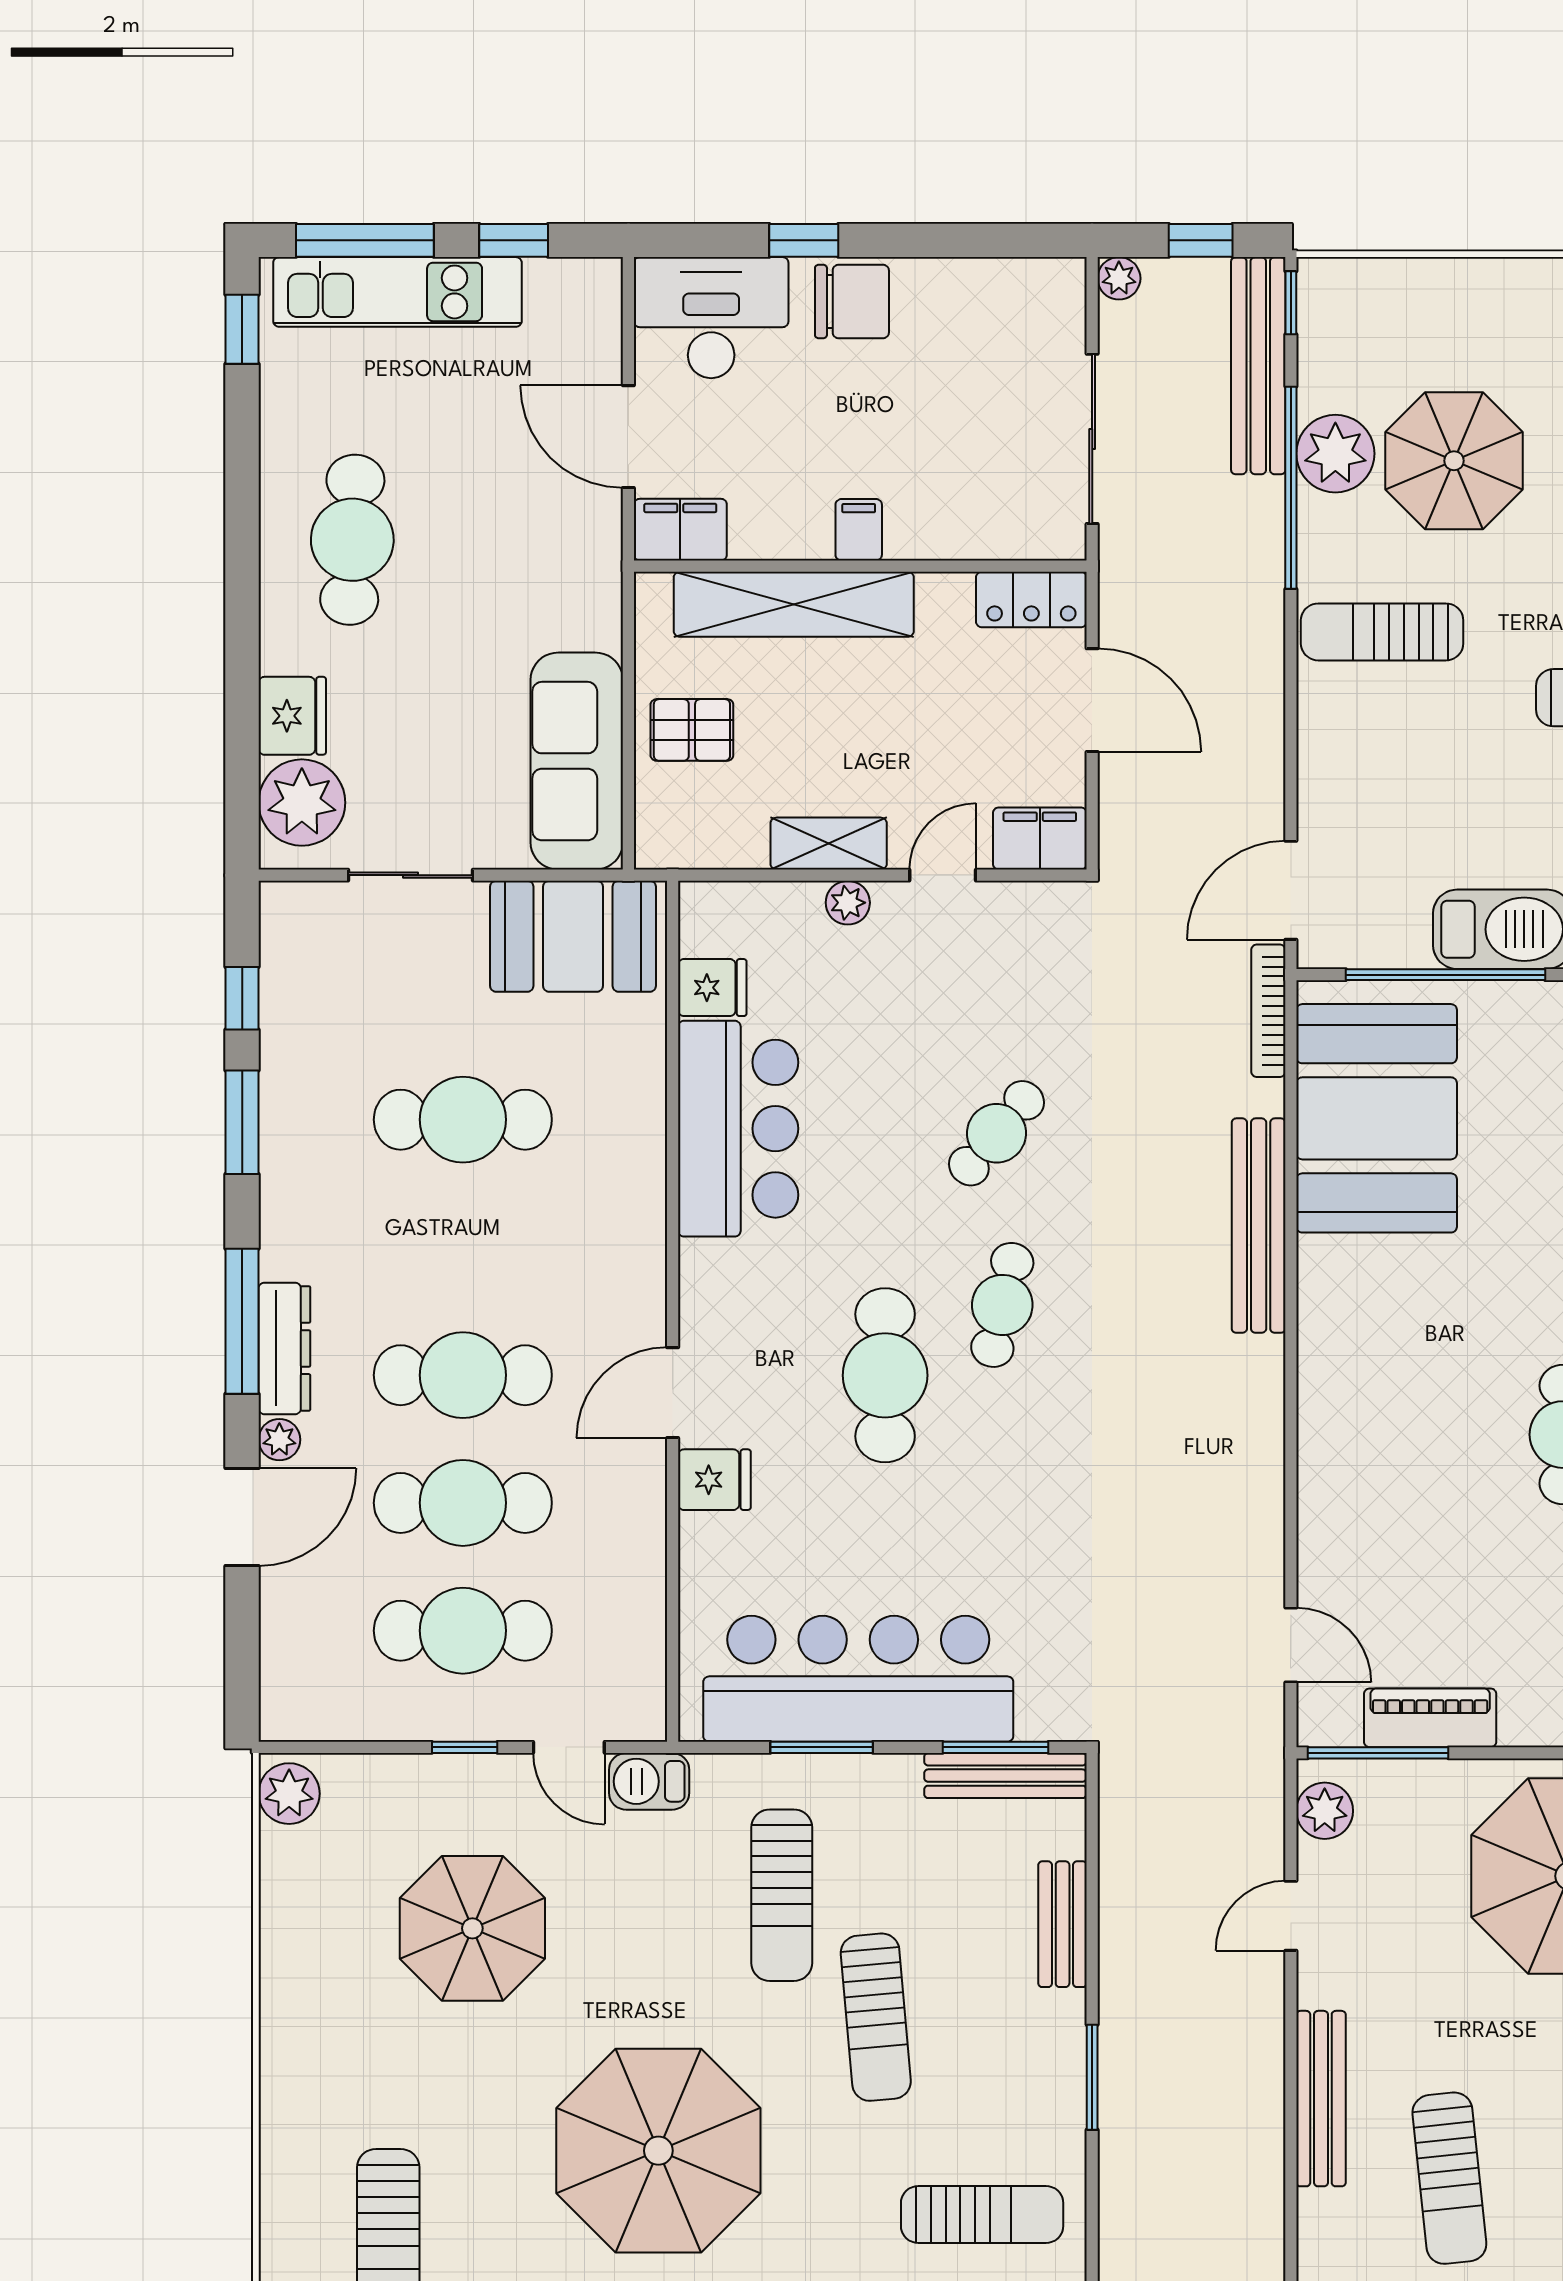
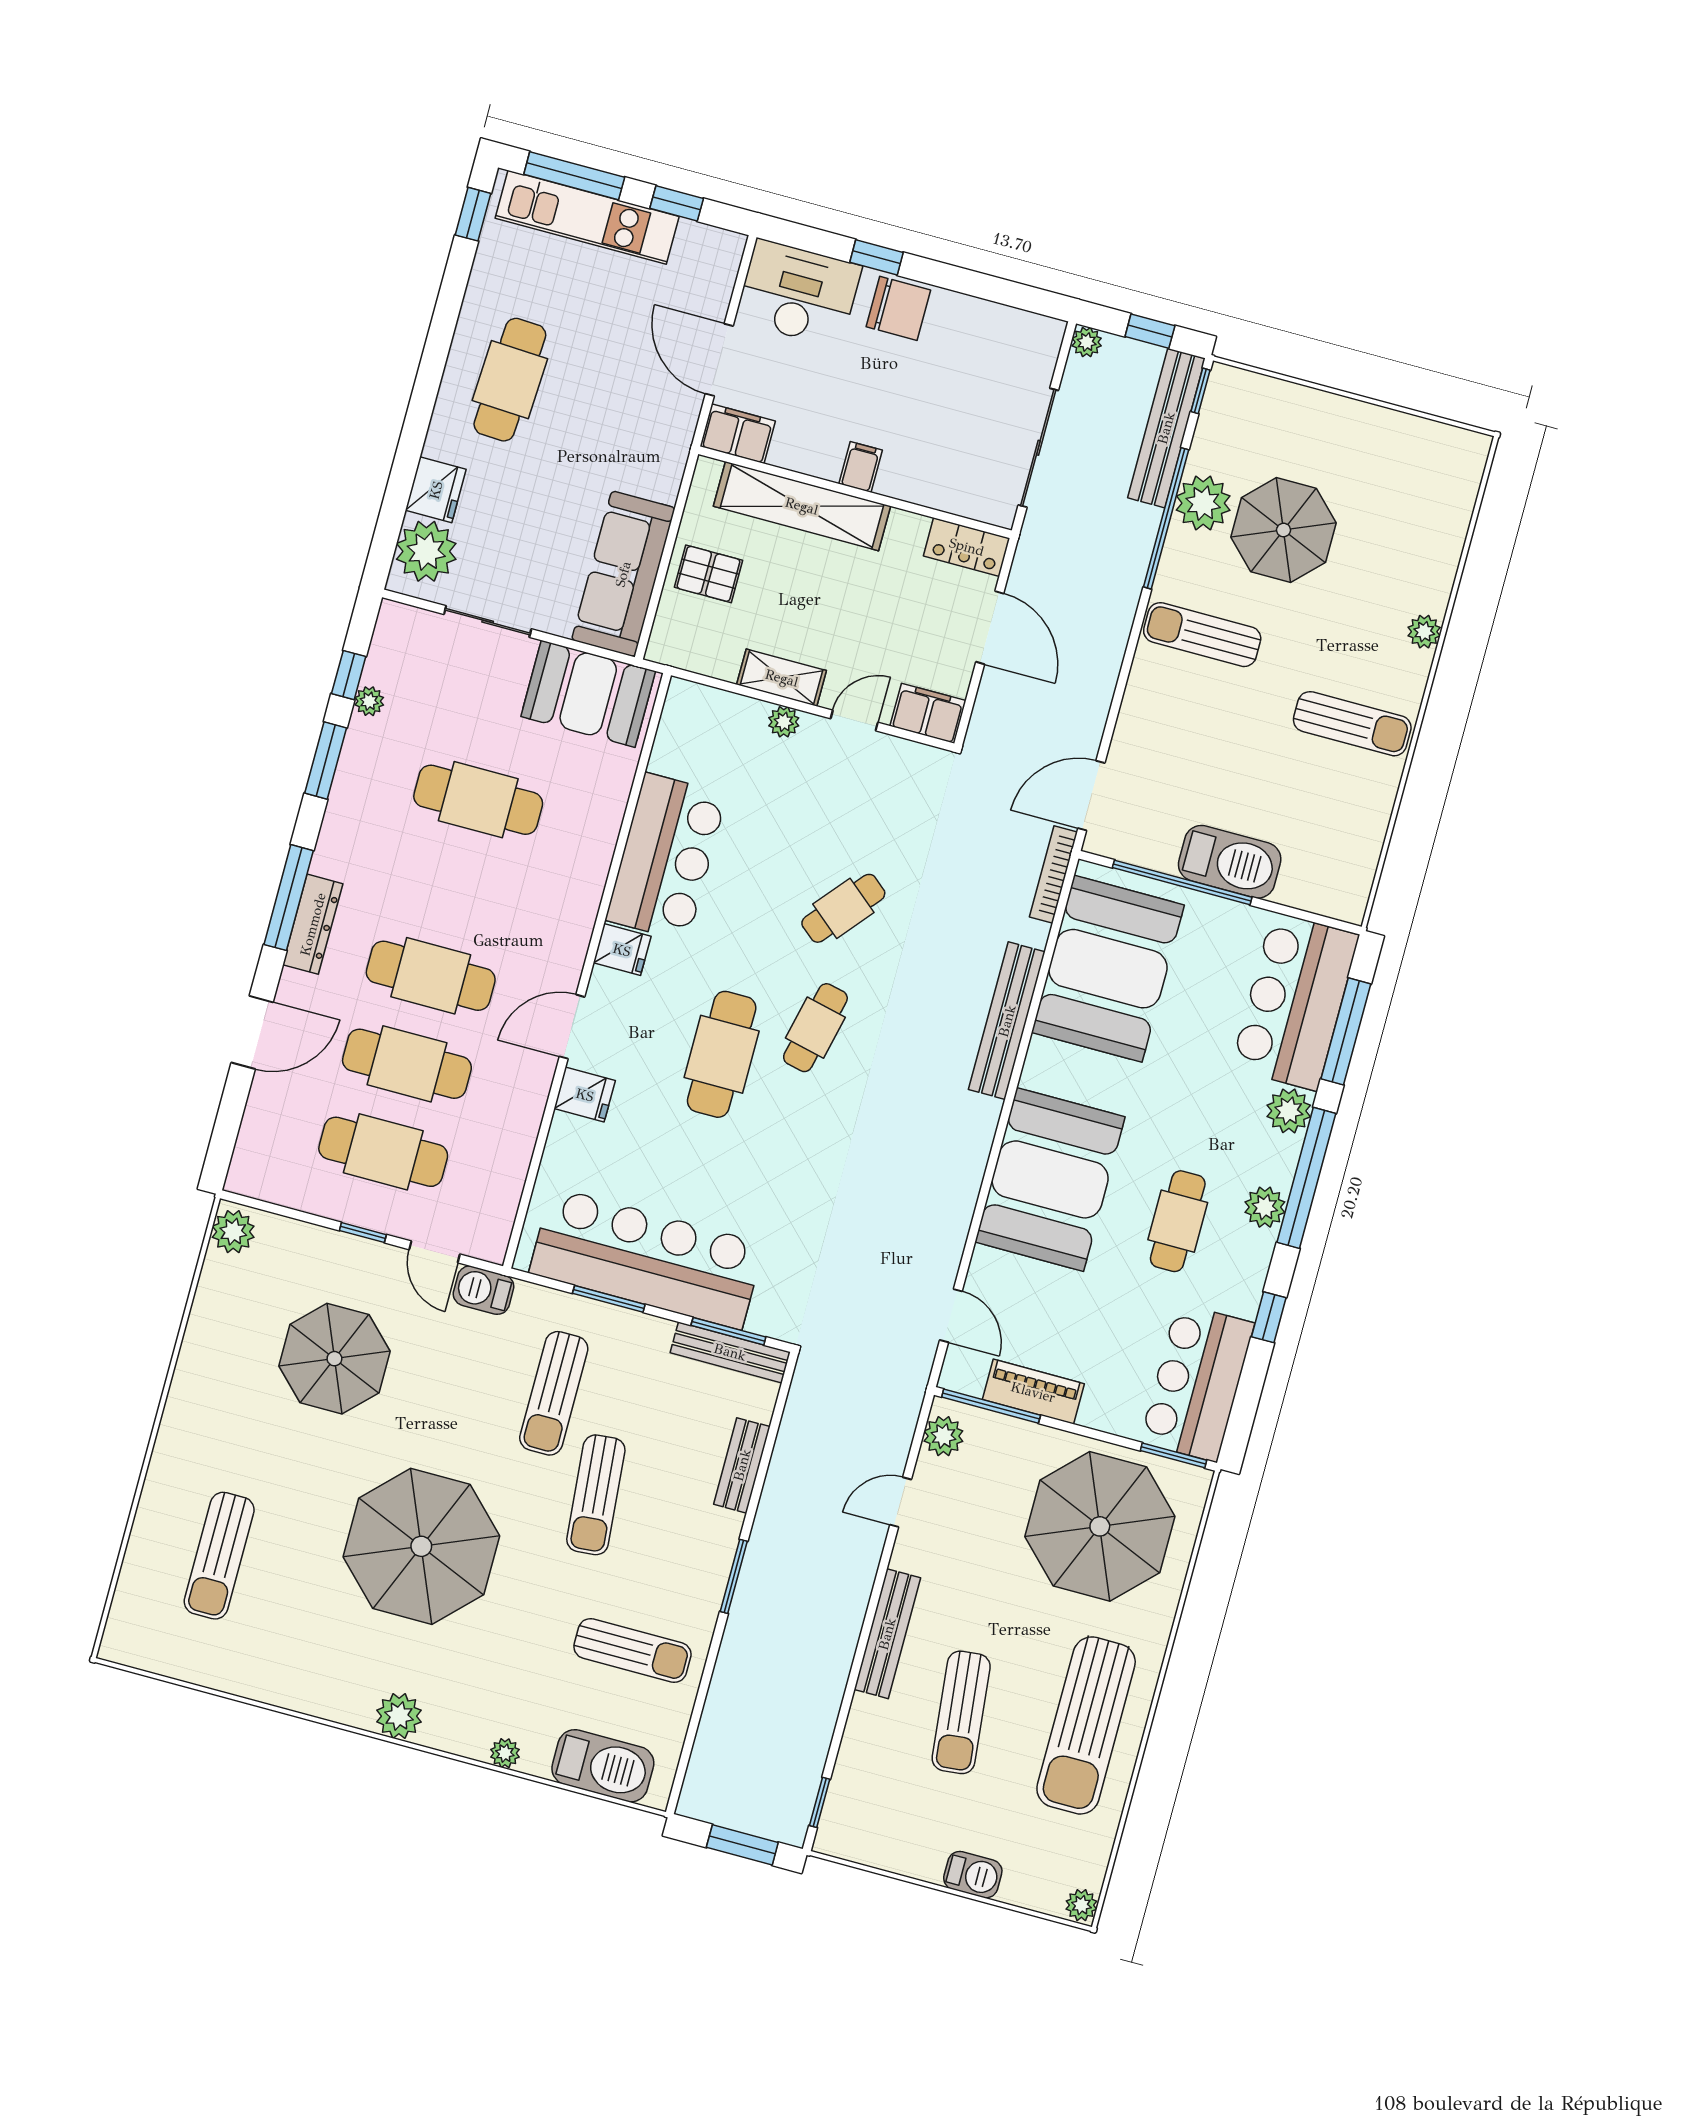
fridge: (712, 988) -> (622, 950), moved
booth: (1375, 1425) -> (1050, 1179), added
plant: (279, 1440) -> (369, 701), moved

